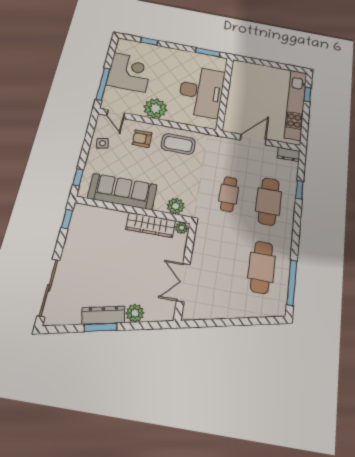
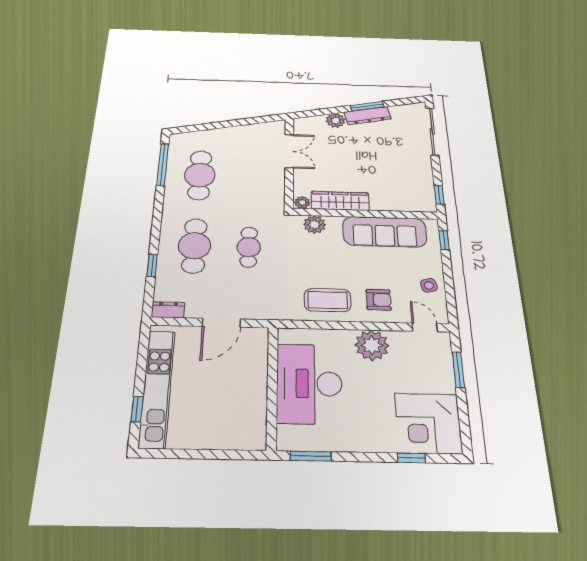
corner desk: (129, 72) -> (428, 423), moved
window: (103, 84) -> (458, 370), width x0.69

